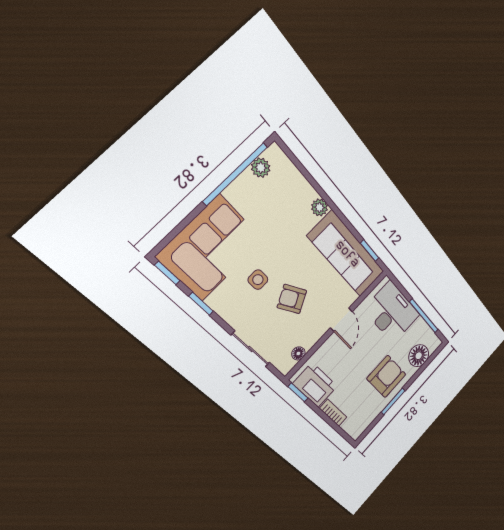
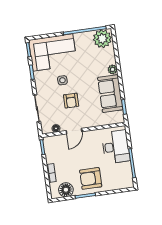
plant: (261, 168) -> (102, 39), width x1.88, depth x1.88
sofa: (347, 254) -> (110, 94), width x0.73
armchair: (292, 299) -> (71, 101), turned -152
door: (341, 320) -> (74, 131), moved
floor lamp: (419, 356) -> (66, 190), moved
armchair: (386, 376) -> (91, 178), turned 180
printer: (315, 385) -> (53, 151), removed

